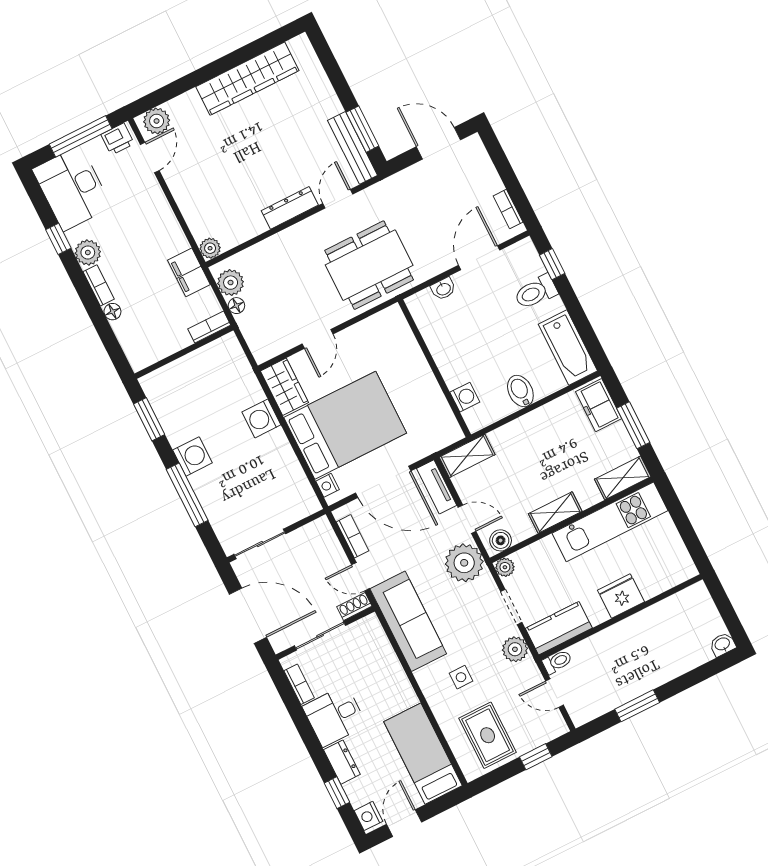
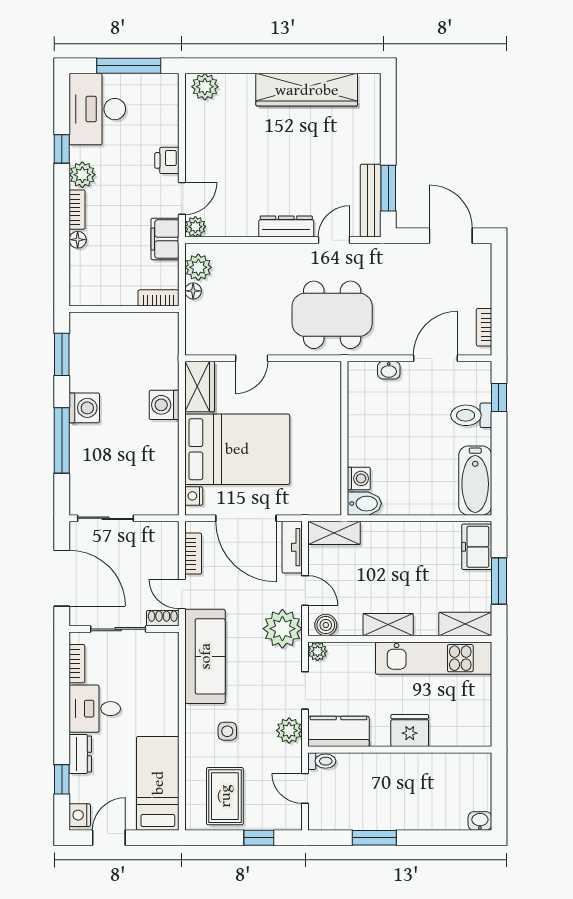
printer: (118, 139) -> (167, 160), moved, turned 90
door: (150, 158) -> (182, 198), moved
bidet: (520, 391) -> (364, 504), moved, turned 90

